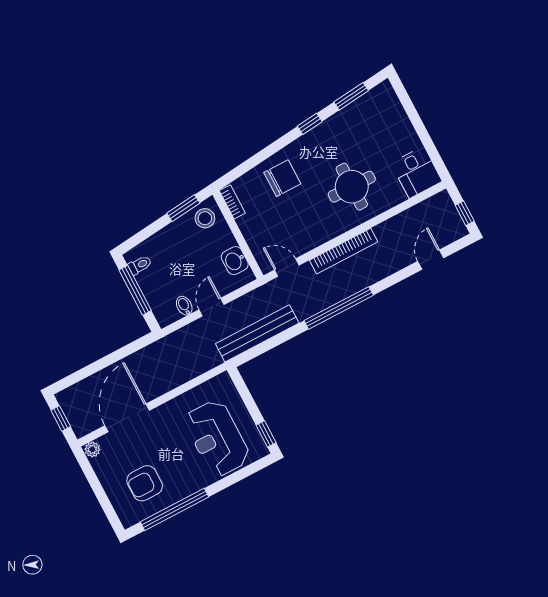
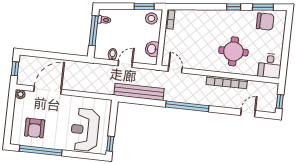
chair: (282, 178) -> (265, 21), moved
bookcase: (344, 251) -> (227, 82), moved
armchair: (145, 483) -> (35, 128), turned -90

